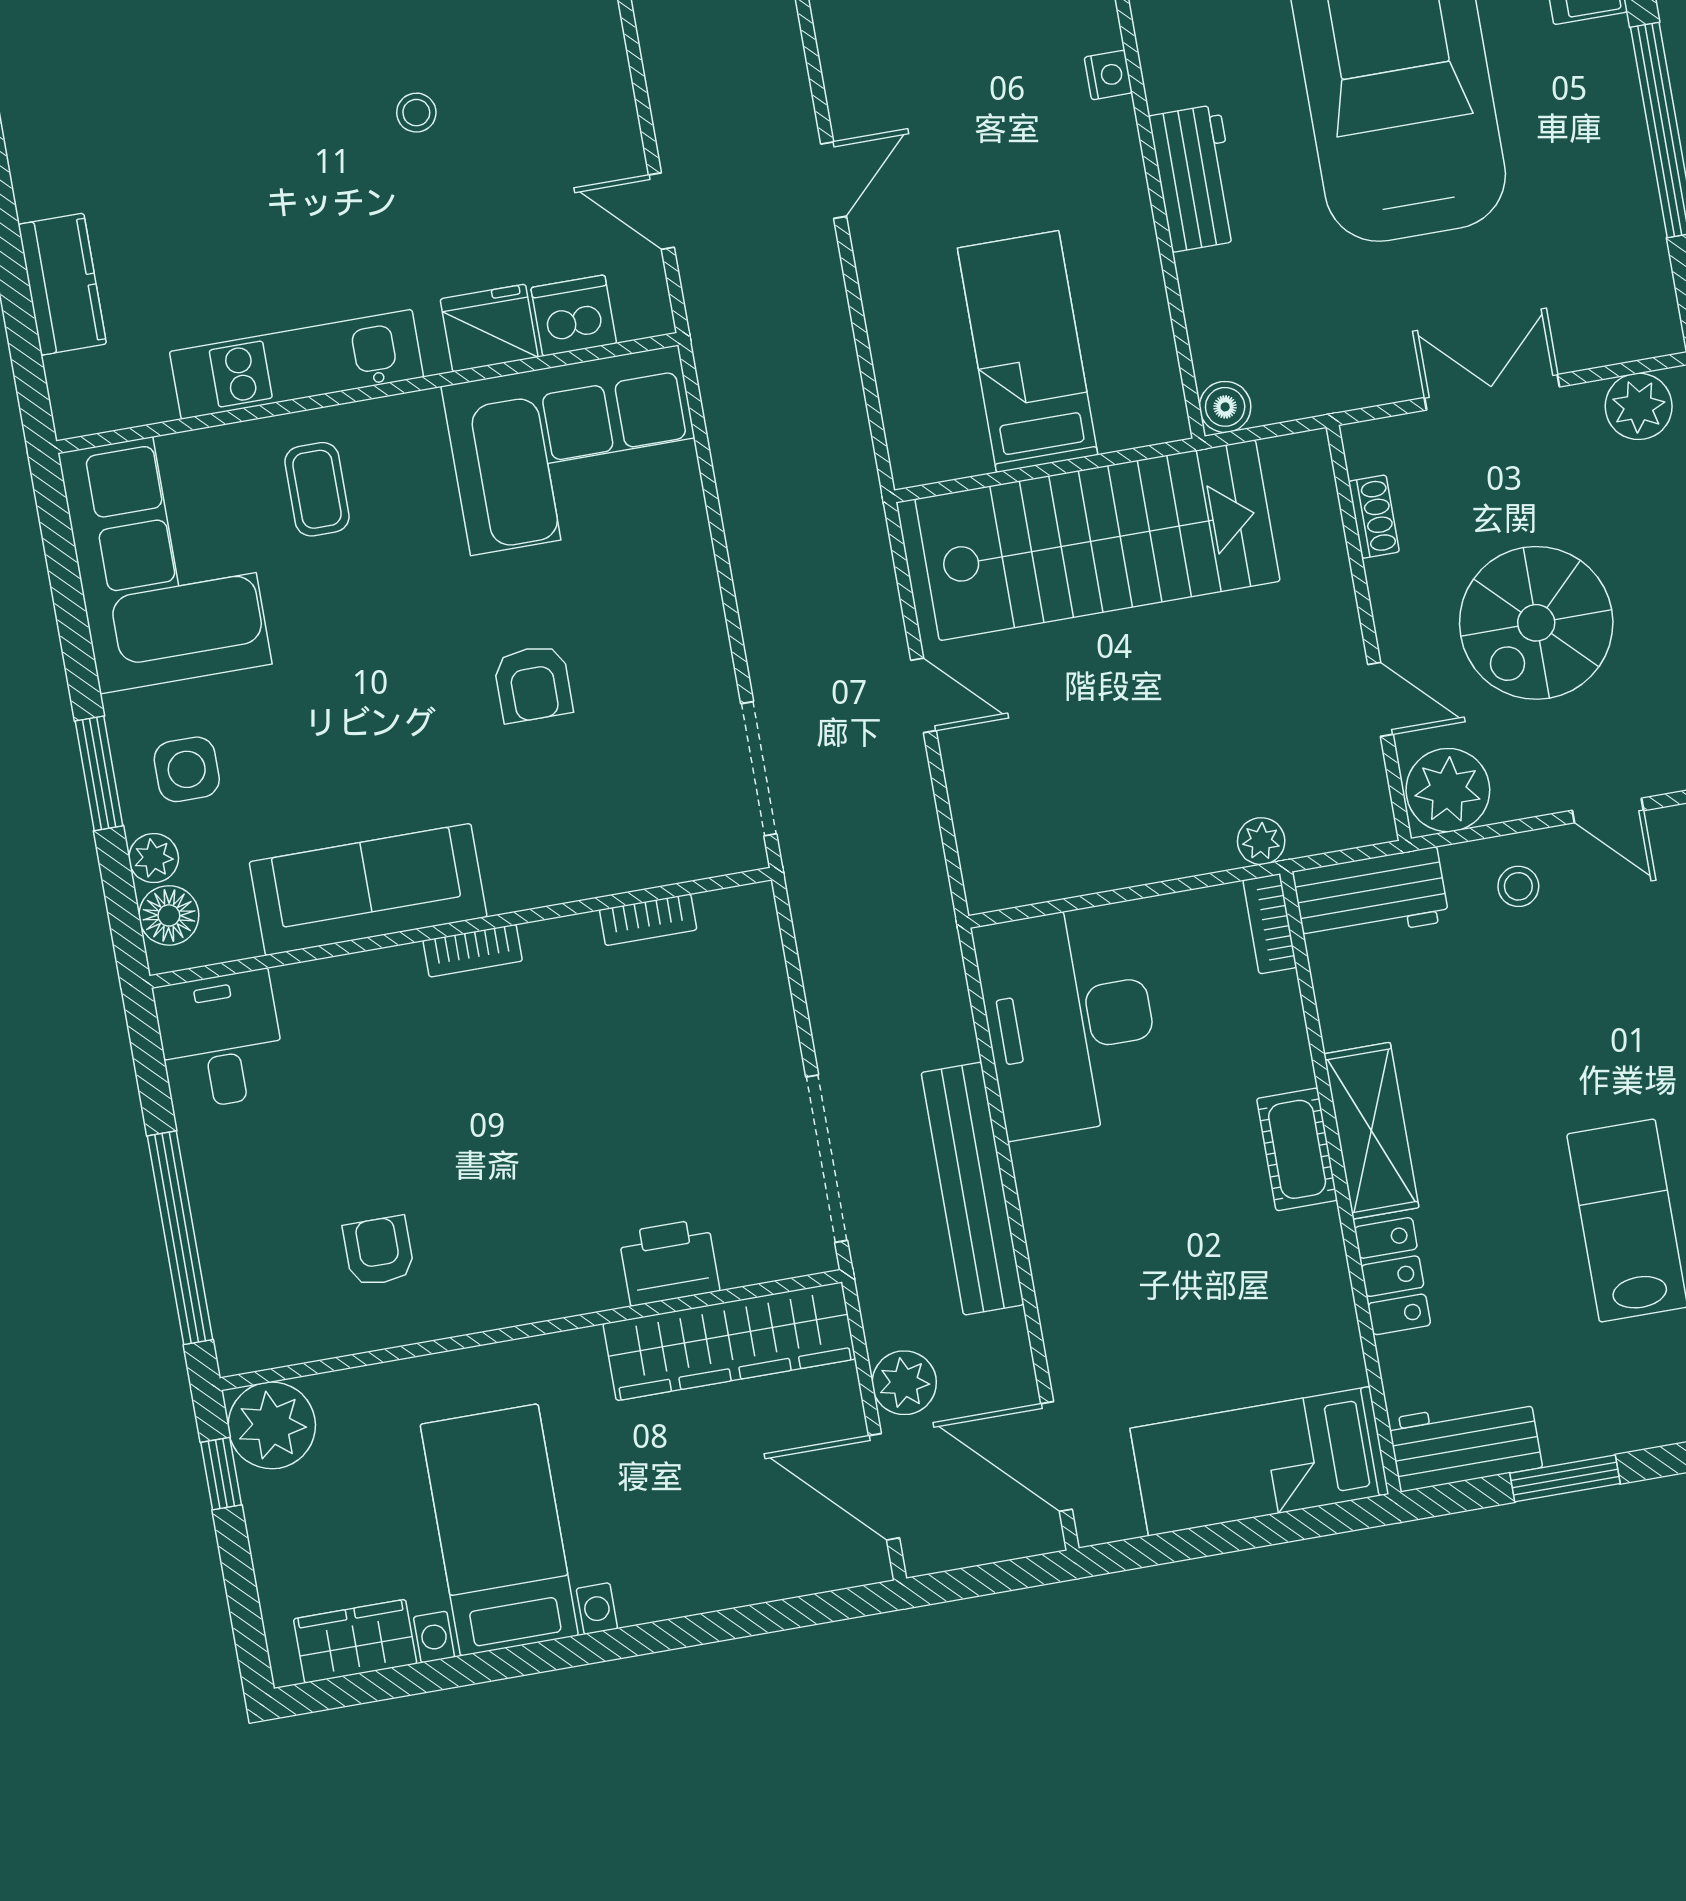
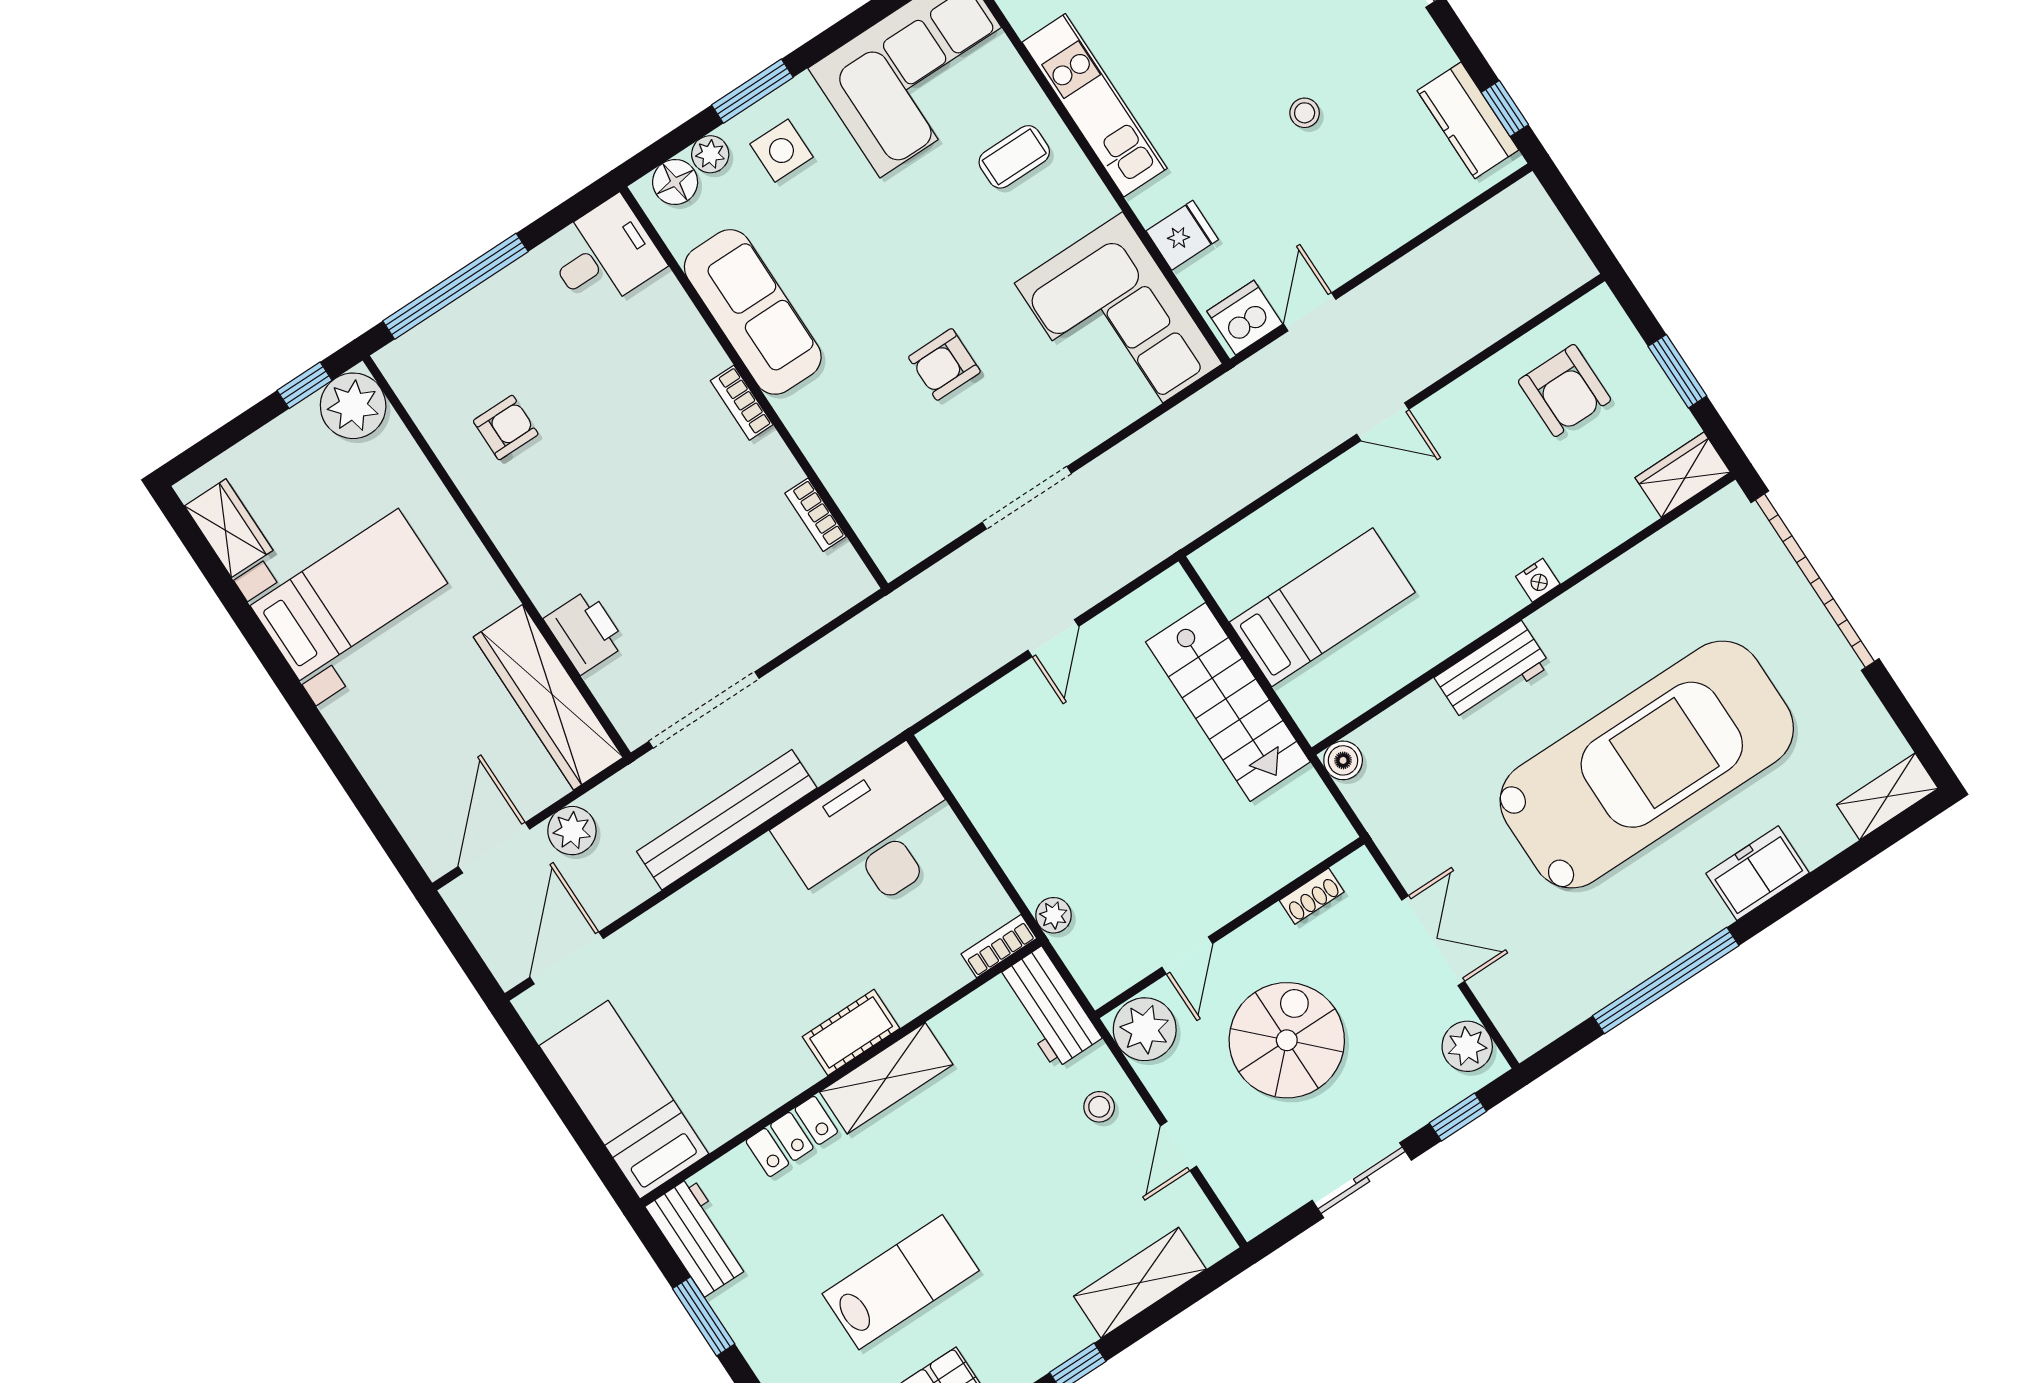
dishwasher: (574, 316) -> (1245, 318), moved, turned -90
fridge: (489, 328) -> (1182, 235), width x0.72
stairs: (1097, 540) -> (1228, 702), width x0.73, depth x0.66
spiral stairs: (1536, 623) -> (1287, 1040), turned 90
doorway: (759, 769) -> (1027, 498), moved

